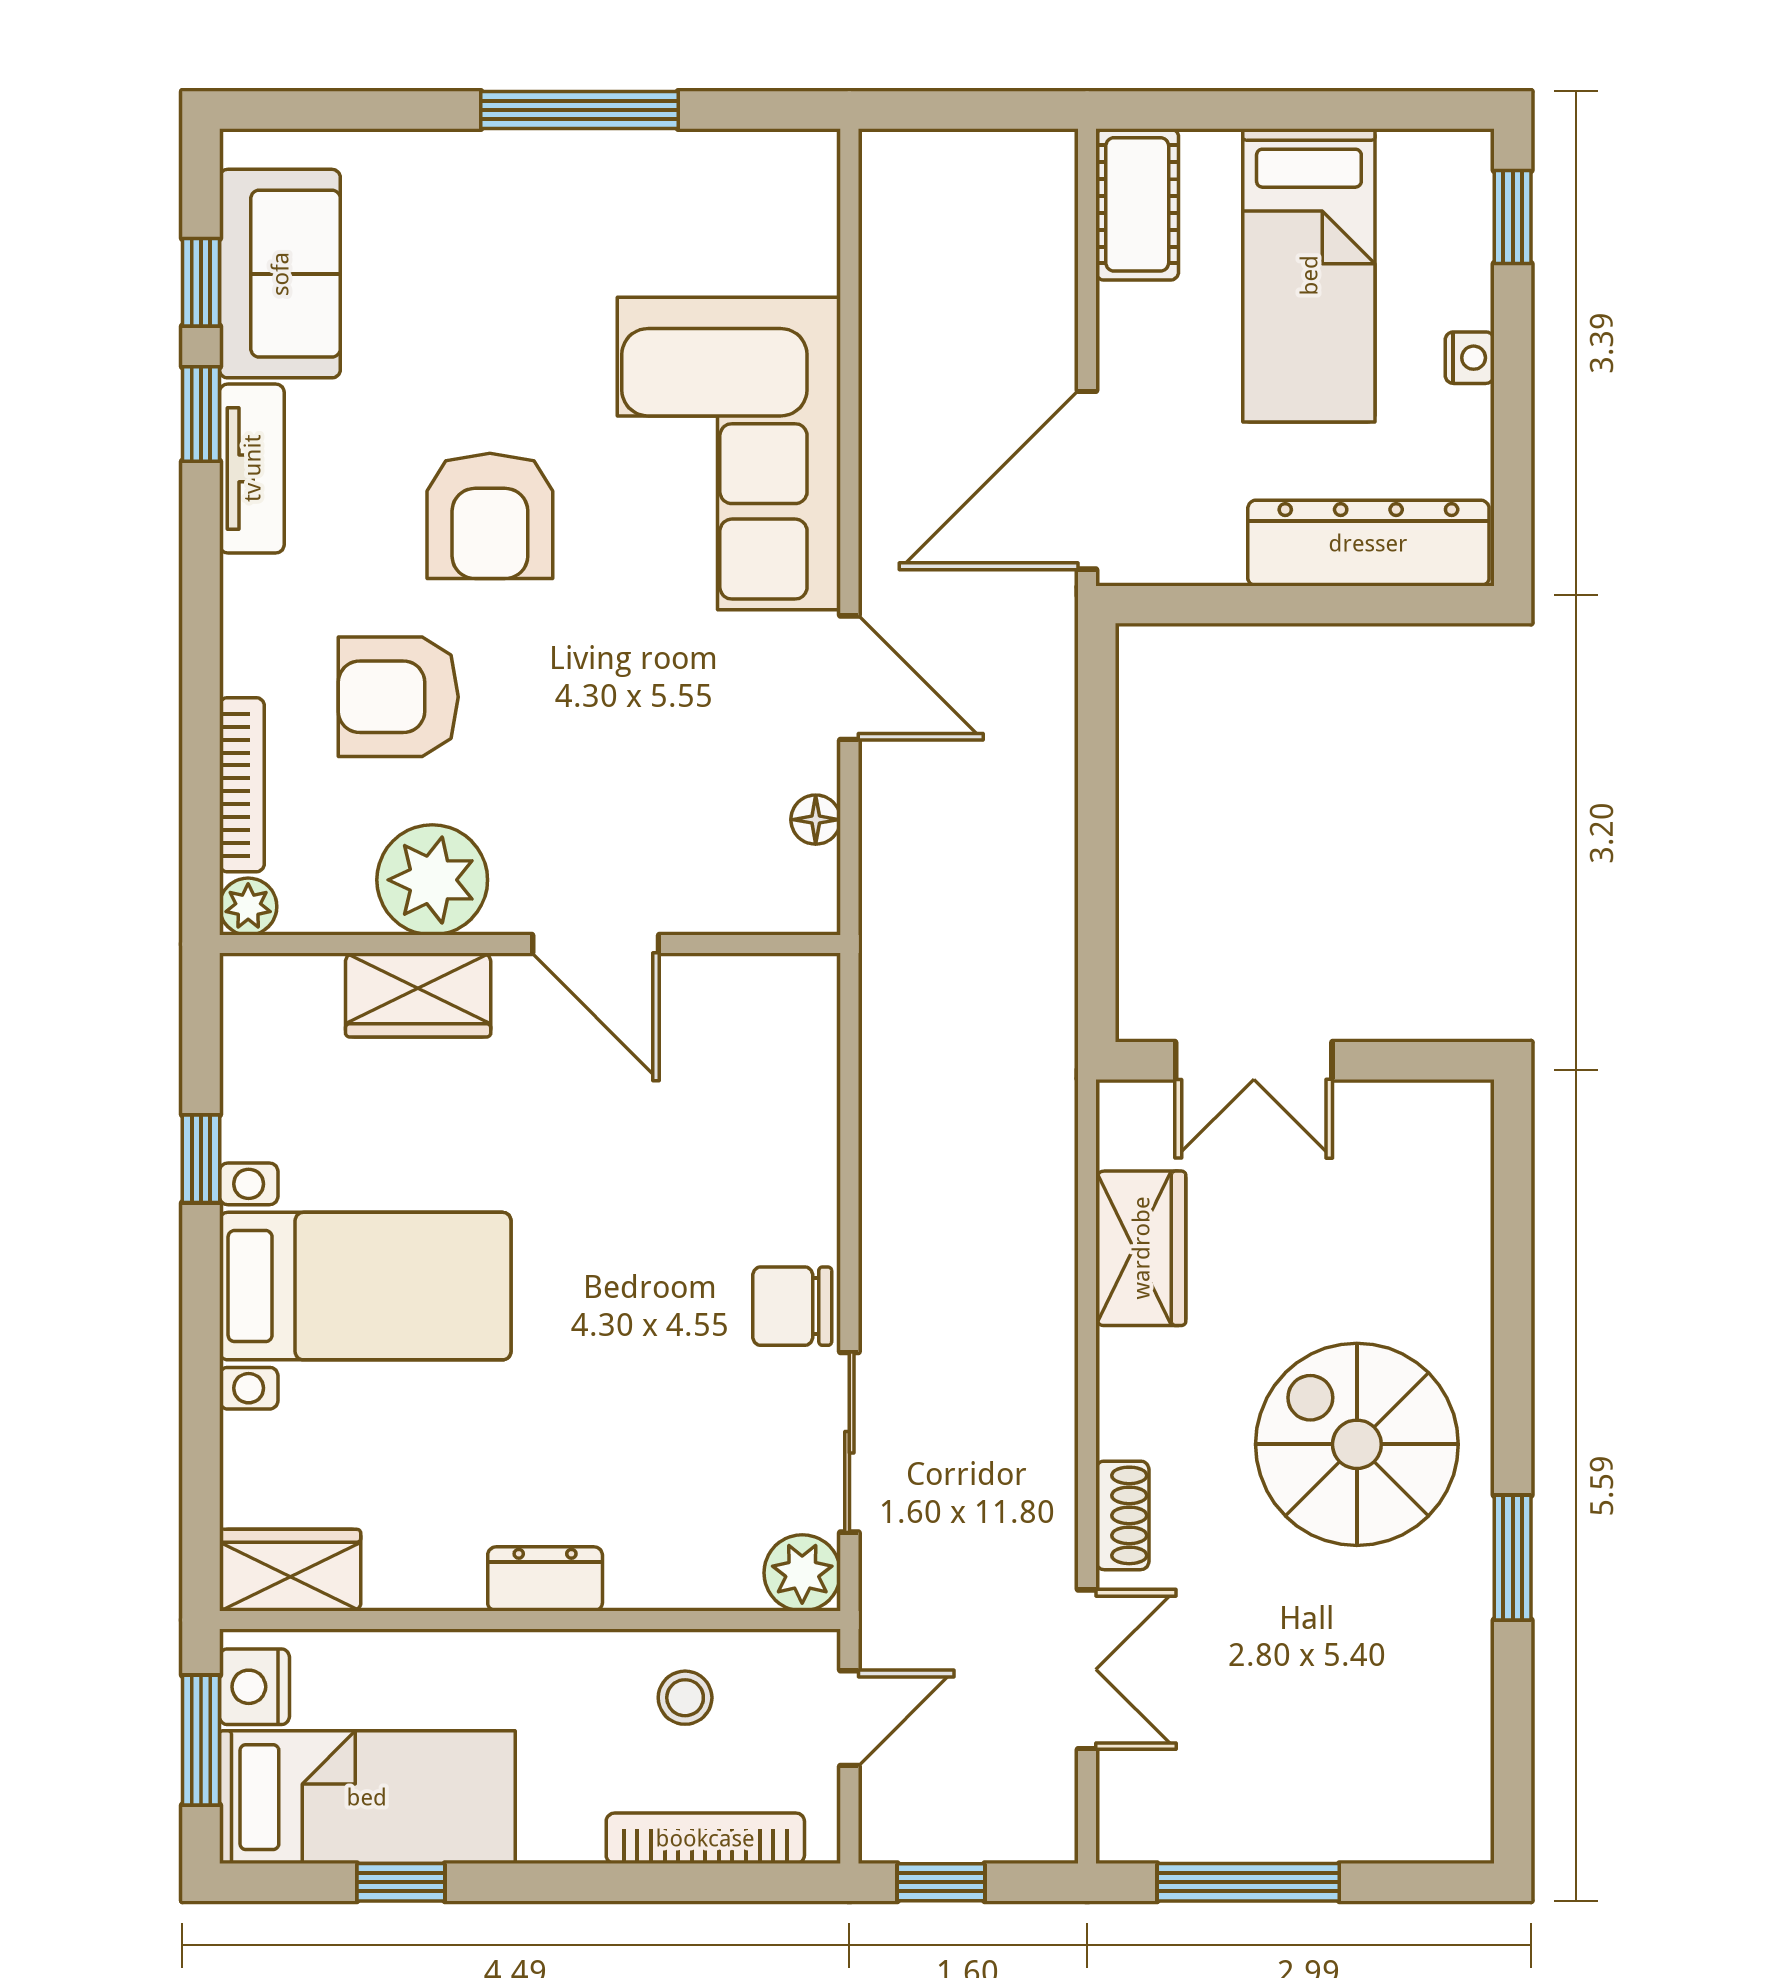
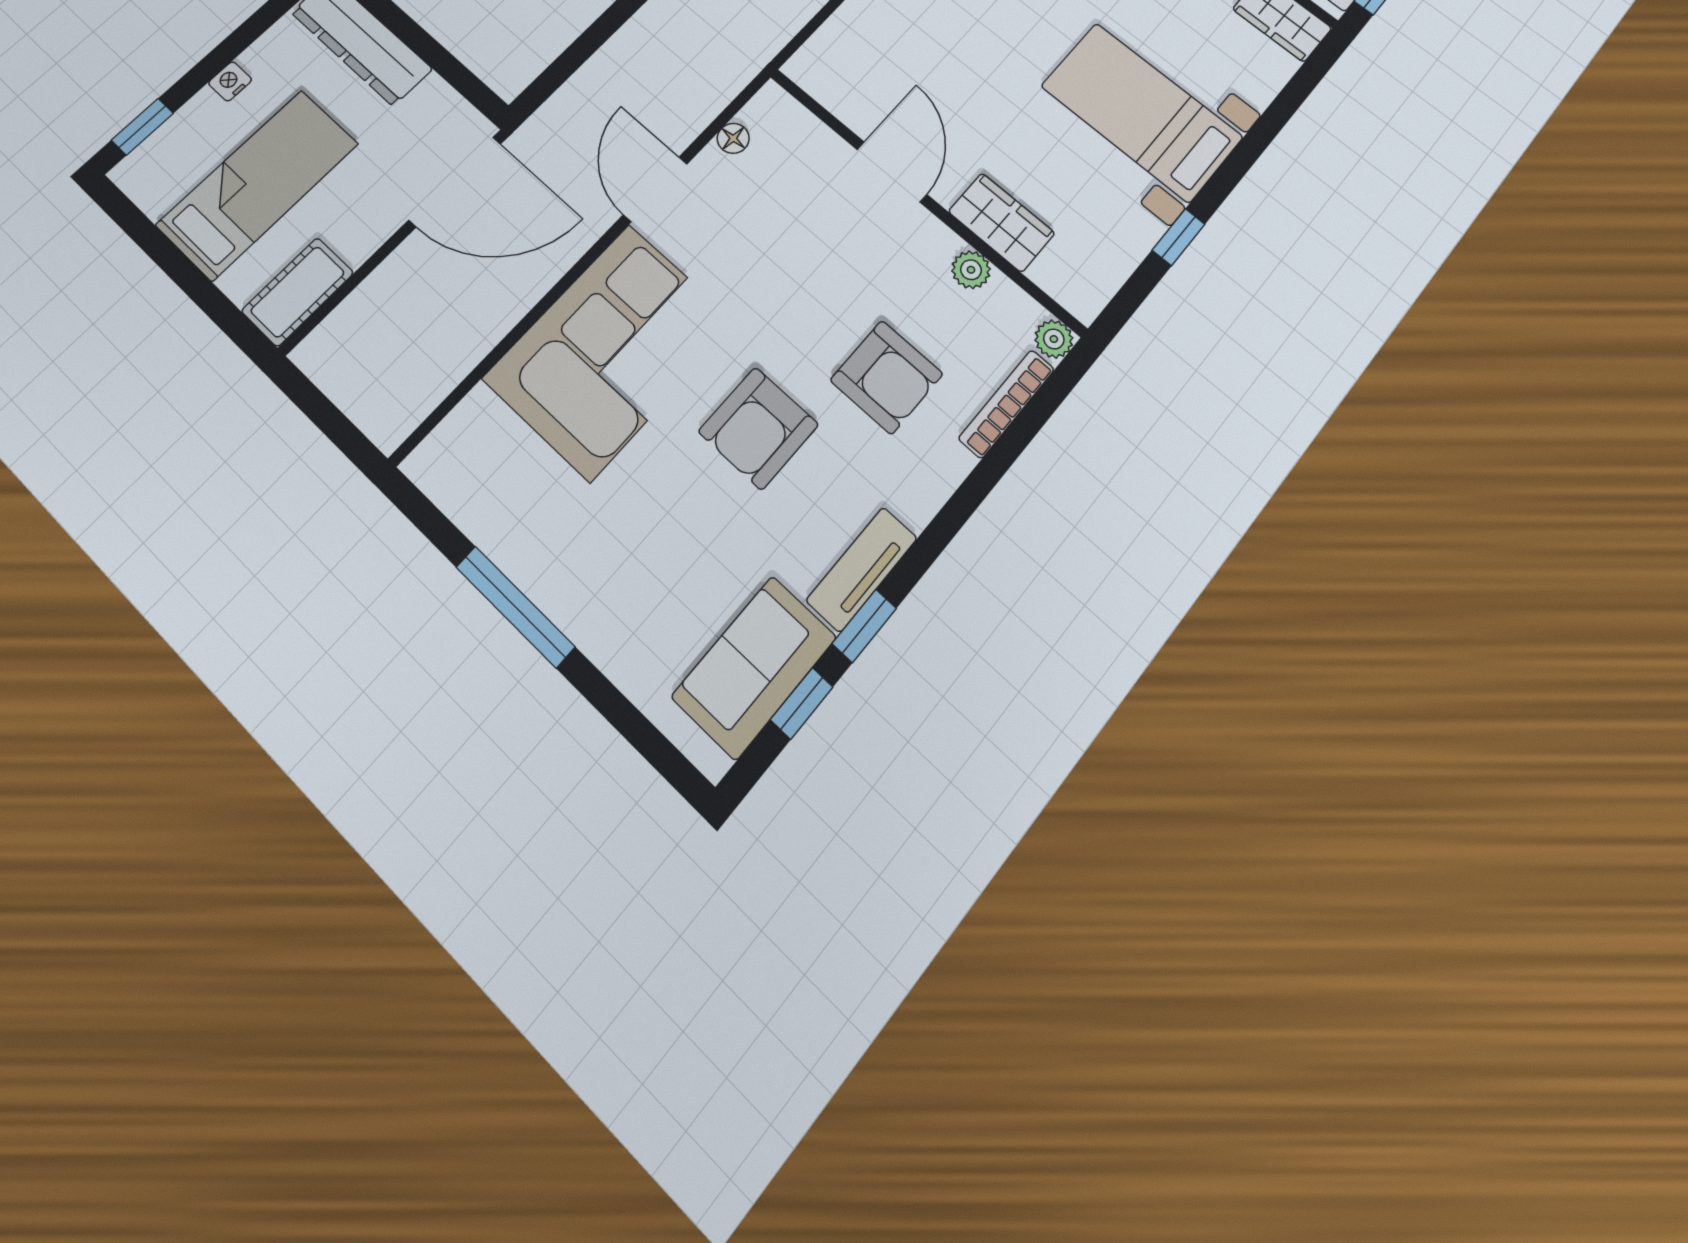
armchair: (490, 516) -> (758, 428), turned 180
plant: (432, 880) -> (971, 270), width x0.53, depth x0.53

